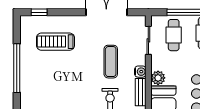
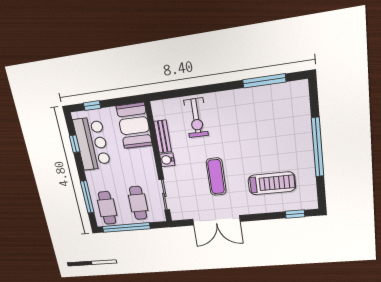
exercise mat: (111, 62) -> (216, 177), moved
plant: (158, 78) -> (146, 155), removed

